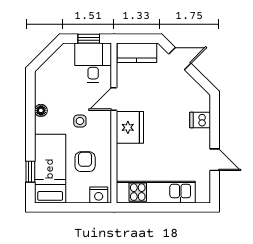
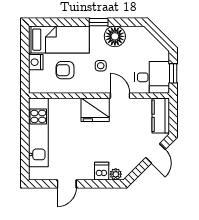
plant: (204, 104) -> (116, 174), added
floor lamp: (41, 110) -> (115, 36), width x1.89, depth x1.89
armchair: (85, 162) -> (65, 70), turned 180
window: (30, 172) -> (99, 22), moved
nightstand: (99, 195) -> (36, 62), moved

